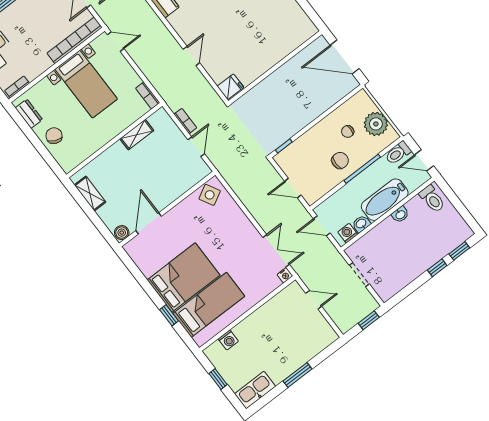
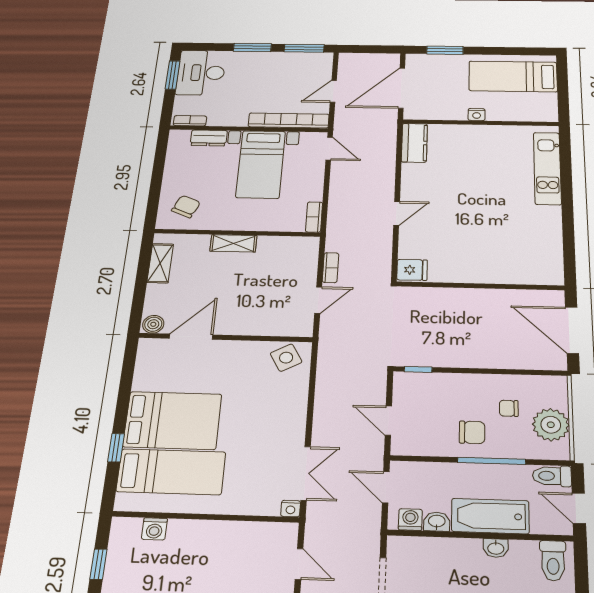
dresser: (29, 114) -> (209, 138), moved, turned 90
shelving: (137, 135) -> (233, 243), moved
chair: (54, 136) -> (186, 207), moved

